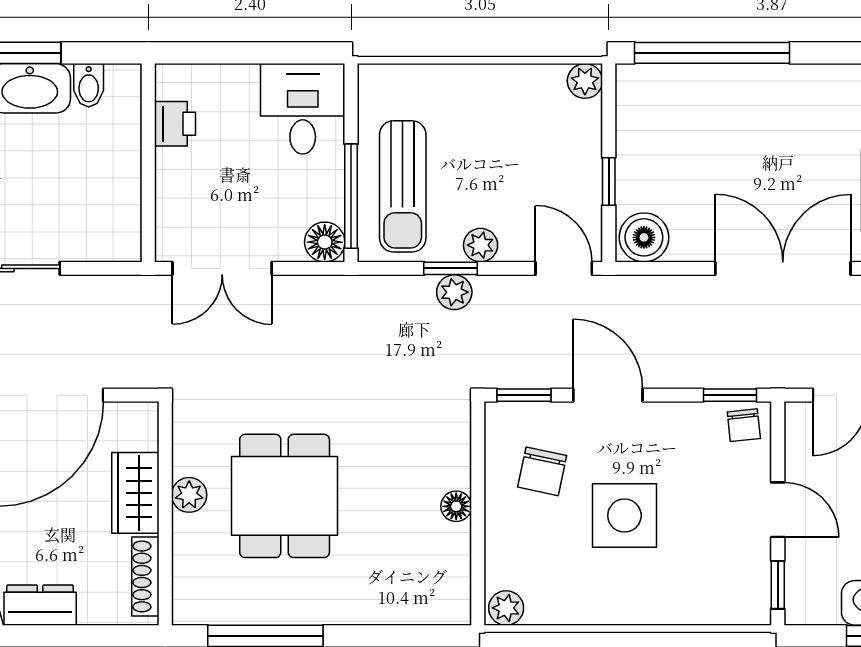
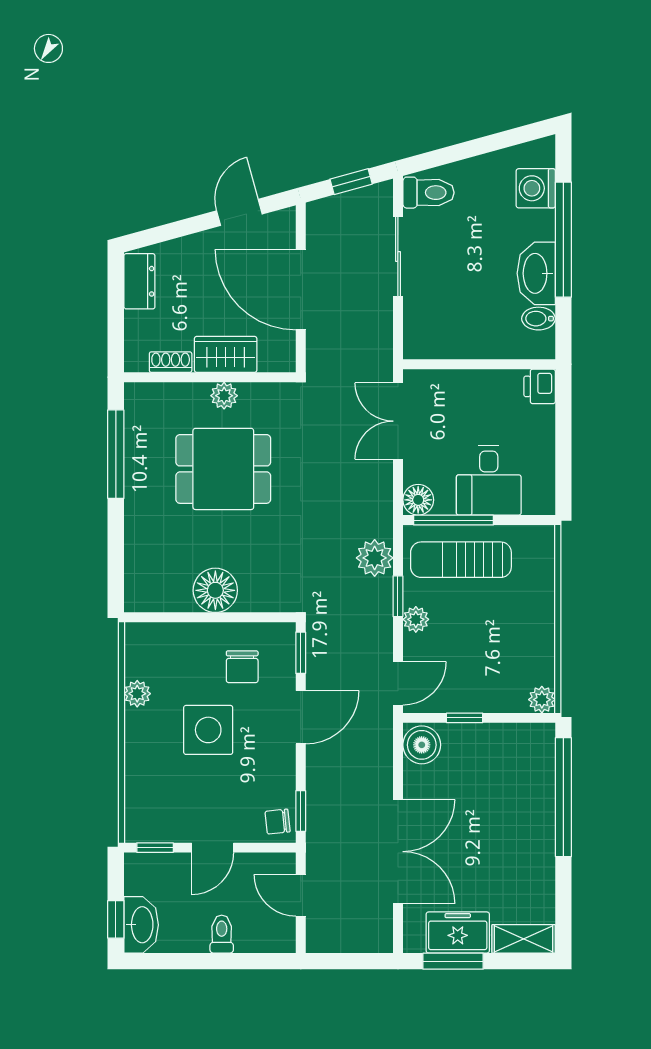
desk: (303, 109) -> (489, 480), moved, turned 90
printer: (175, 124) -> (540, 386), moved, turned 90
plant: (454, 292) -> (375, 558), moved, width x1.38, depth x1.38
chair: (542, 471) -> (242, 667), turned -102
floor lamp: (456, 506) -> (215, 590), width x1.89, depth x1.89
shoe rack: (145, 576) -> (171, 362), width x0.70
plant: (506, 608) -> (137, 694), moved

